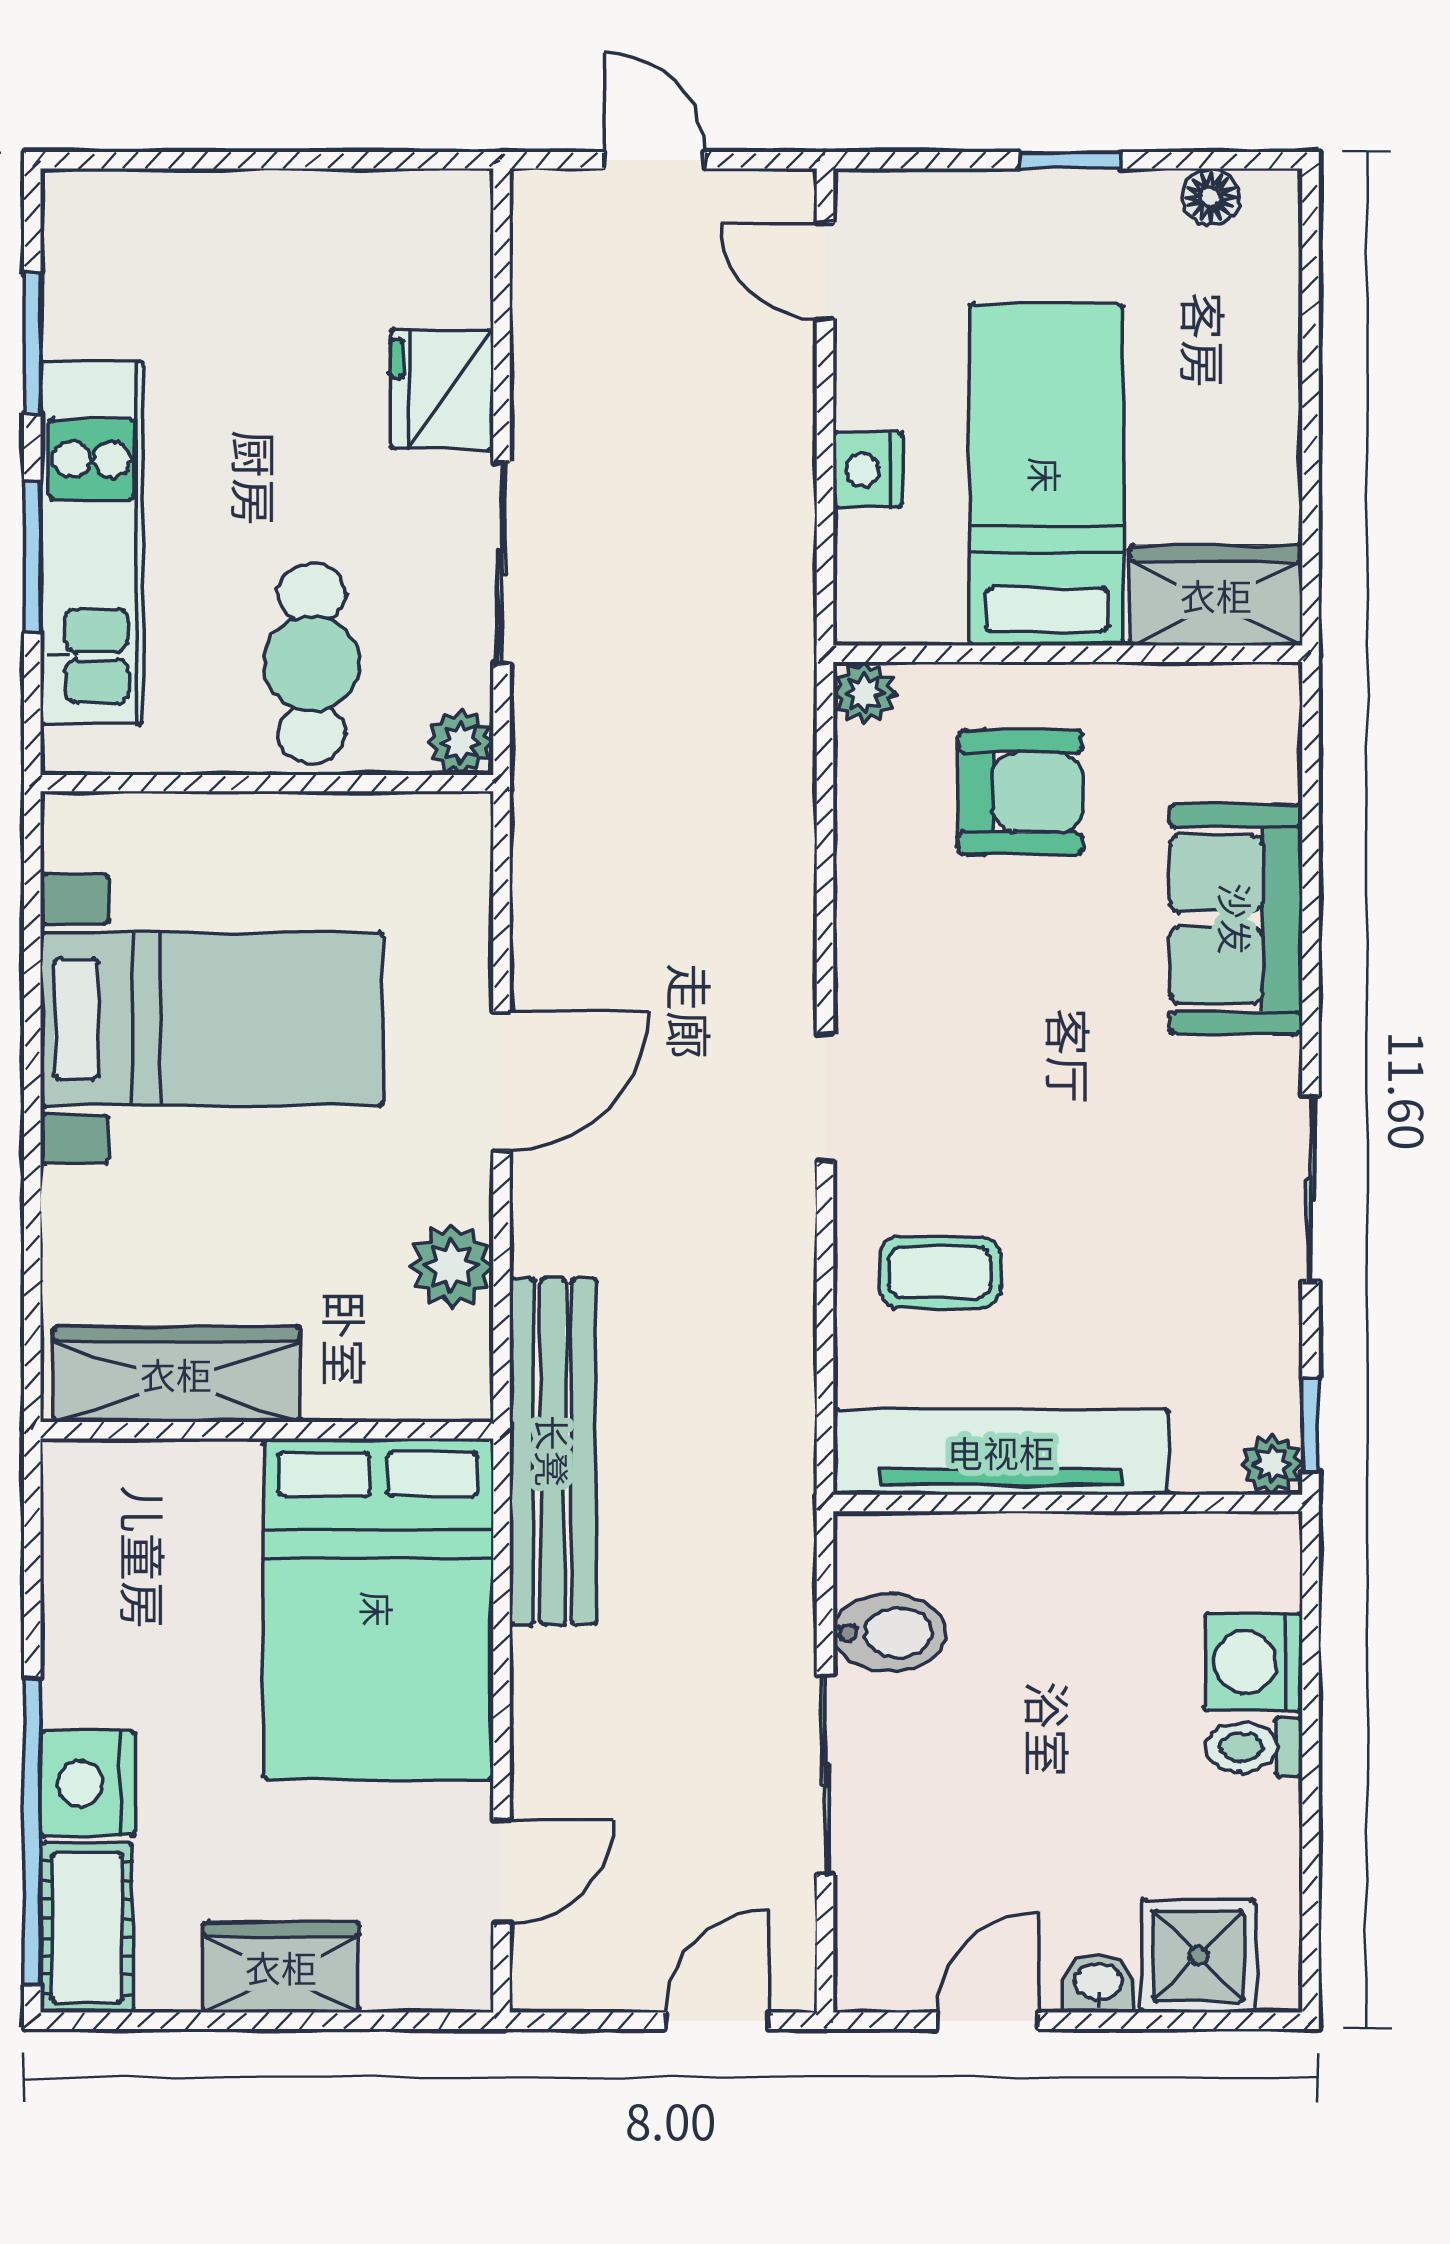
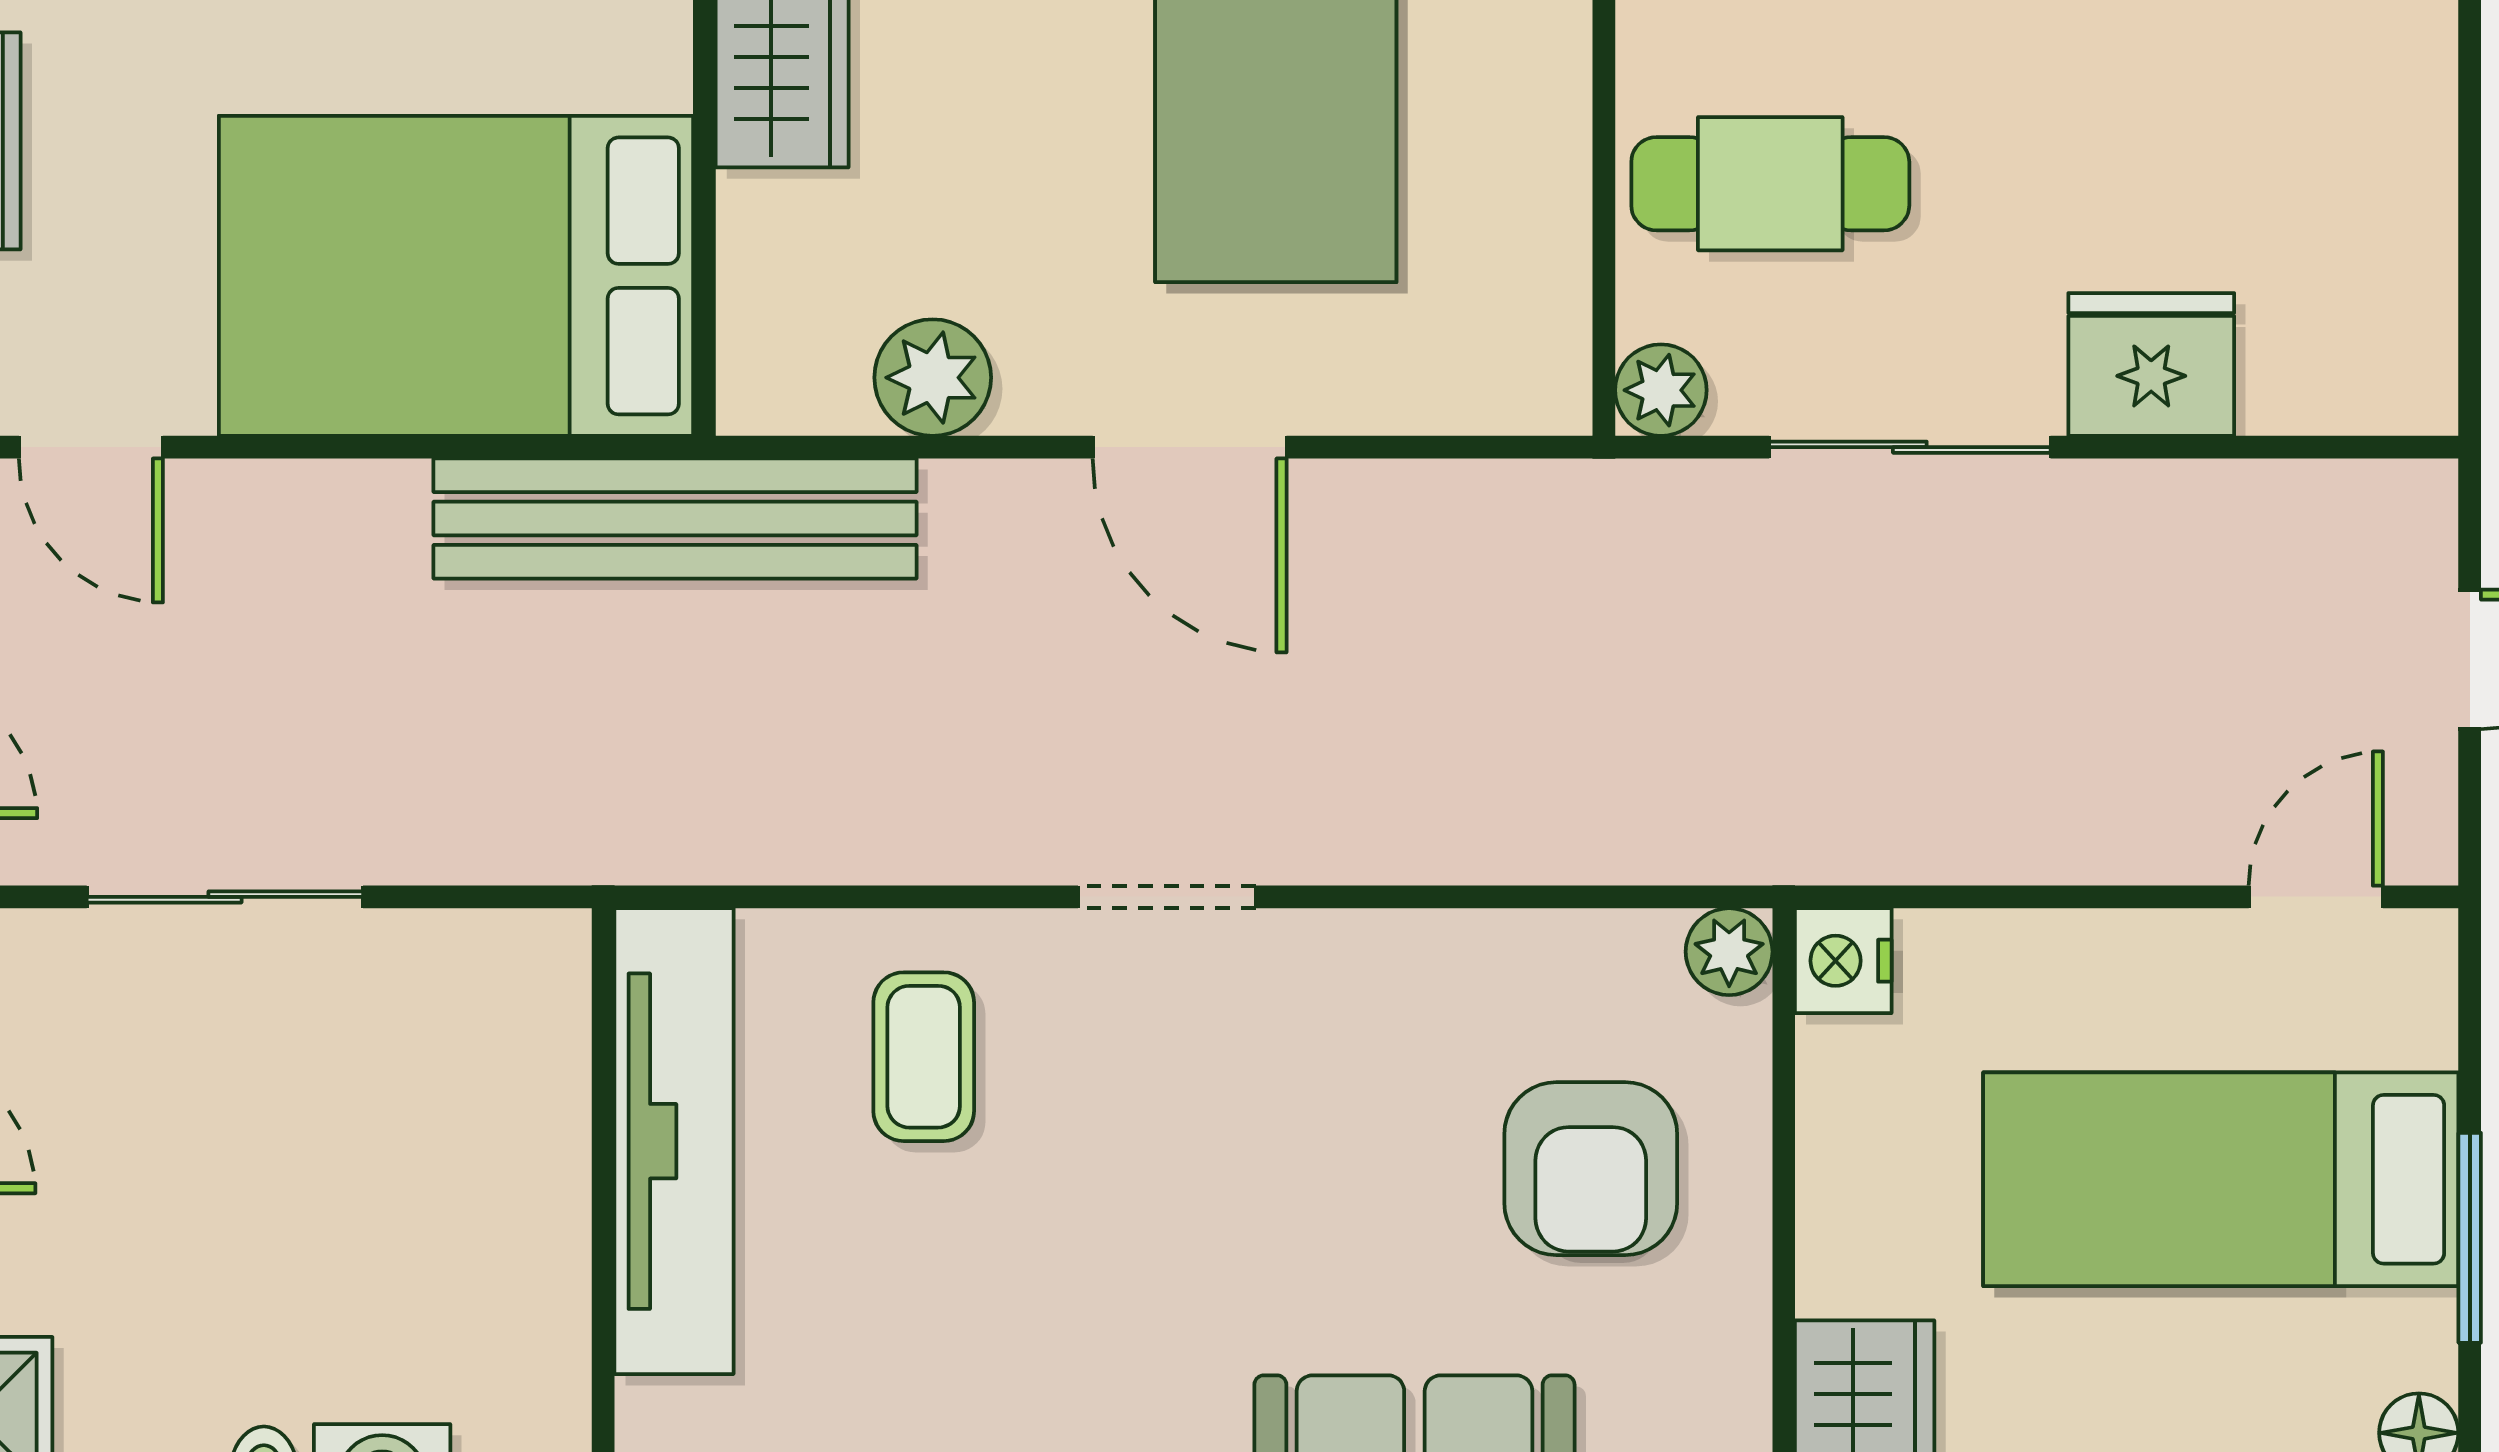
window: (1070, 160) -> (2470, 1238), width x1.50
nightstand: (868, 470) -> (1843, 961), moved, turned -90
bed: (1046, 475) -> (2221, 1179), moved, turned 180
bidet: (889, 1633) -> (423, 986), removed

